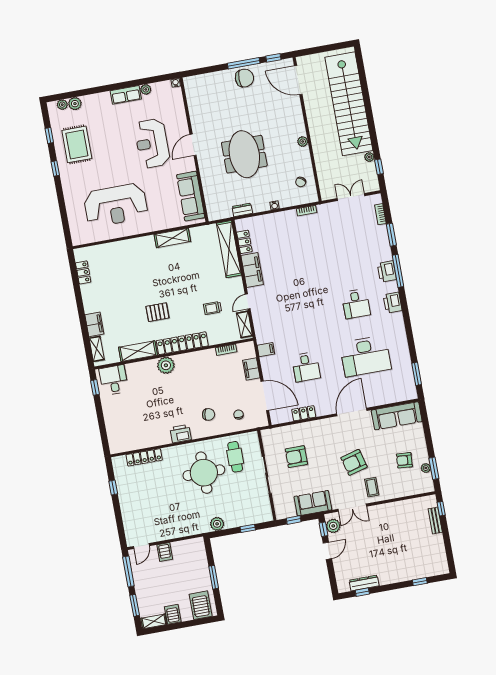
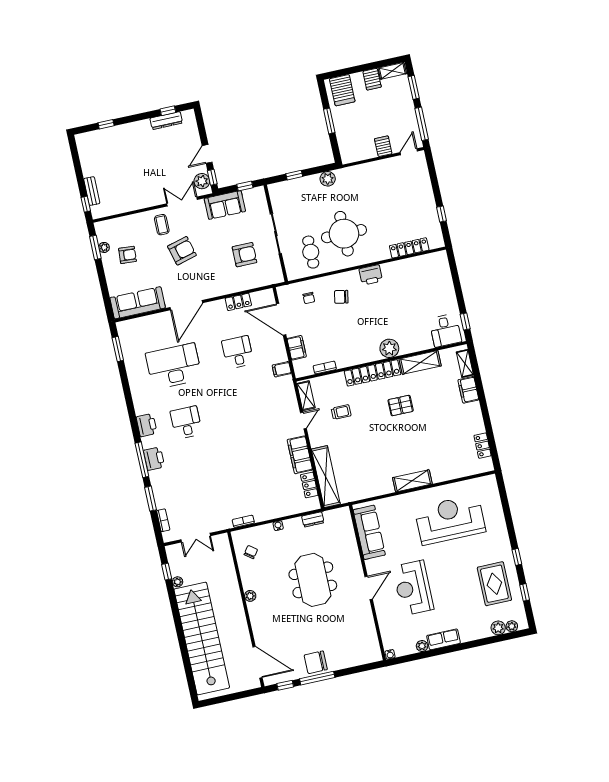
reception desk: (152, 143) -> (413, 588), turned 180
shelving: (172, 238) -> (412, 481), moved

